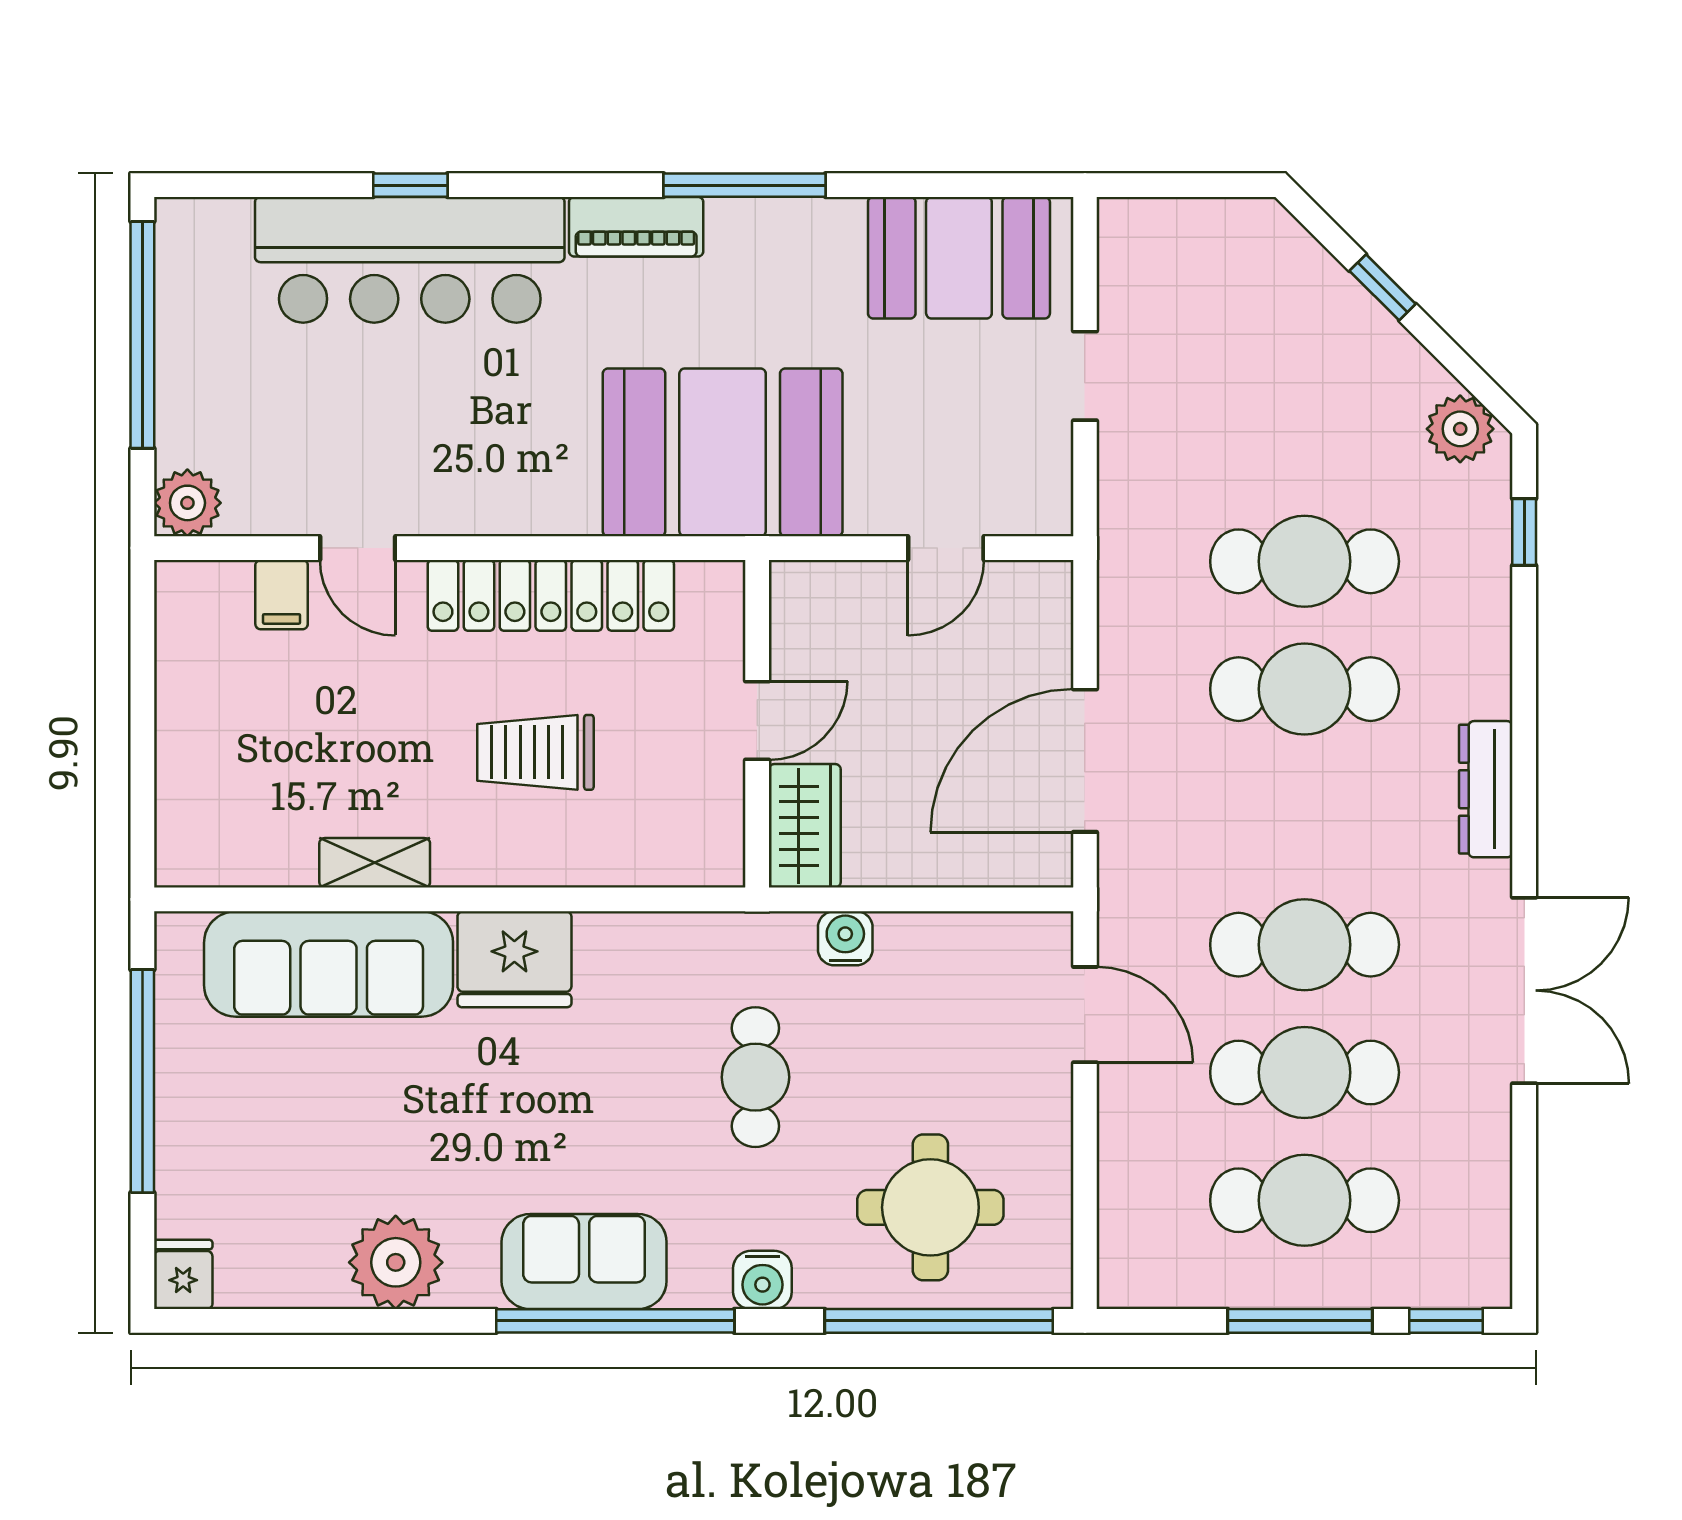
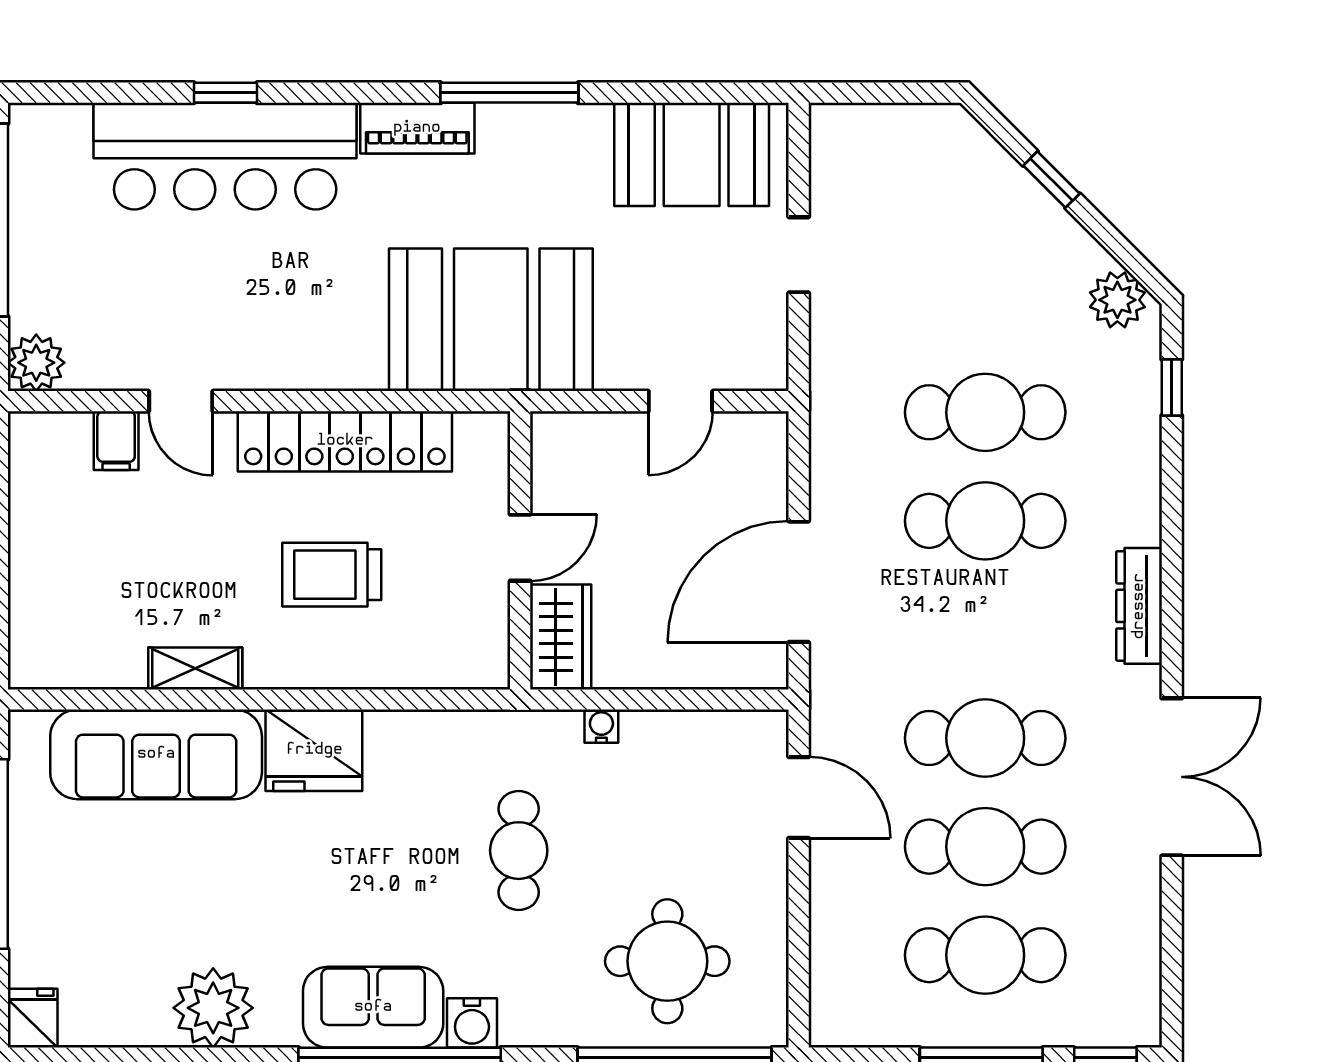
water cooler: (845, 938) -> (601, 726), width x0.72, depth x0.72
water cooler: (762, 1280) -> (472, 1023), moved

